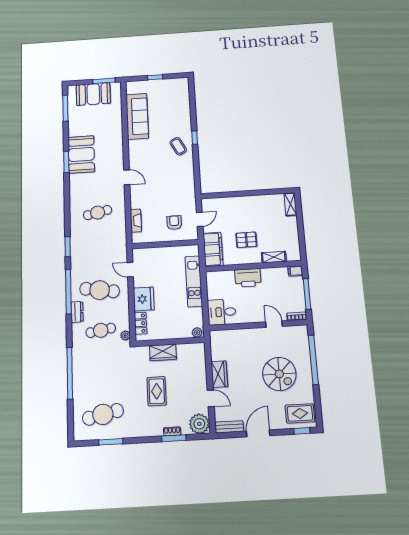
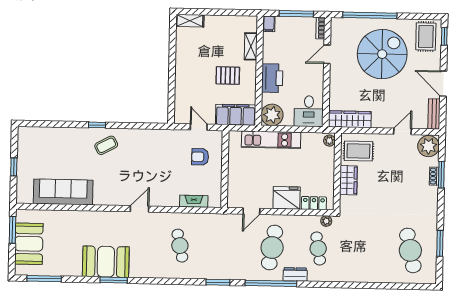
pallet: (246, 240) -> (228, 76), turned 90
plant: (216, 280) -> (272, 115), added
window: (70, 373) -> (363, 285), removed
wardrobe: (219, 374) -> (350, 119), moved, width x1.50
spiral stairs: (279, 374) -> (382, 54), width x1.37, depth x1.37
rug: (157, 391) -> (358, 151), moved

